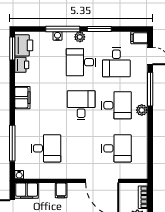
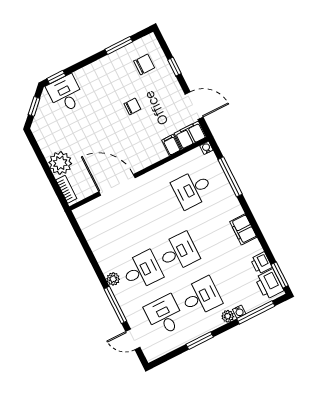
window: (63, 29) -> (256, 312), moved
plant: (80, 37) -> (228, 316), moved
filing cabinet: (139, 38) -> (154, 352), removed
desk: (81, 105) -> (178, 252), turned -90
desk: (116, 105) -> (142, 271), turned 180
desk: (116, 148) -> (119, 226), removed
filing cabinet: (61, 190) -> (171, 145), moved

